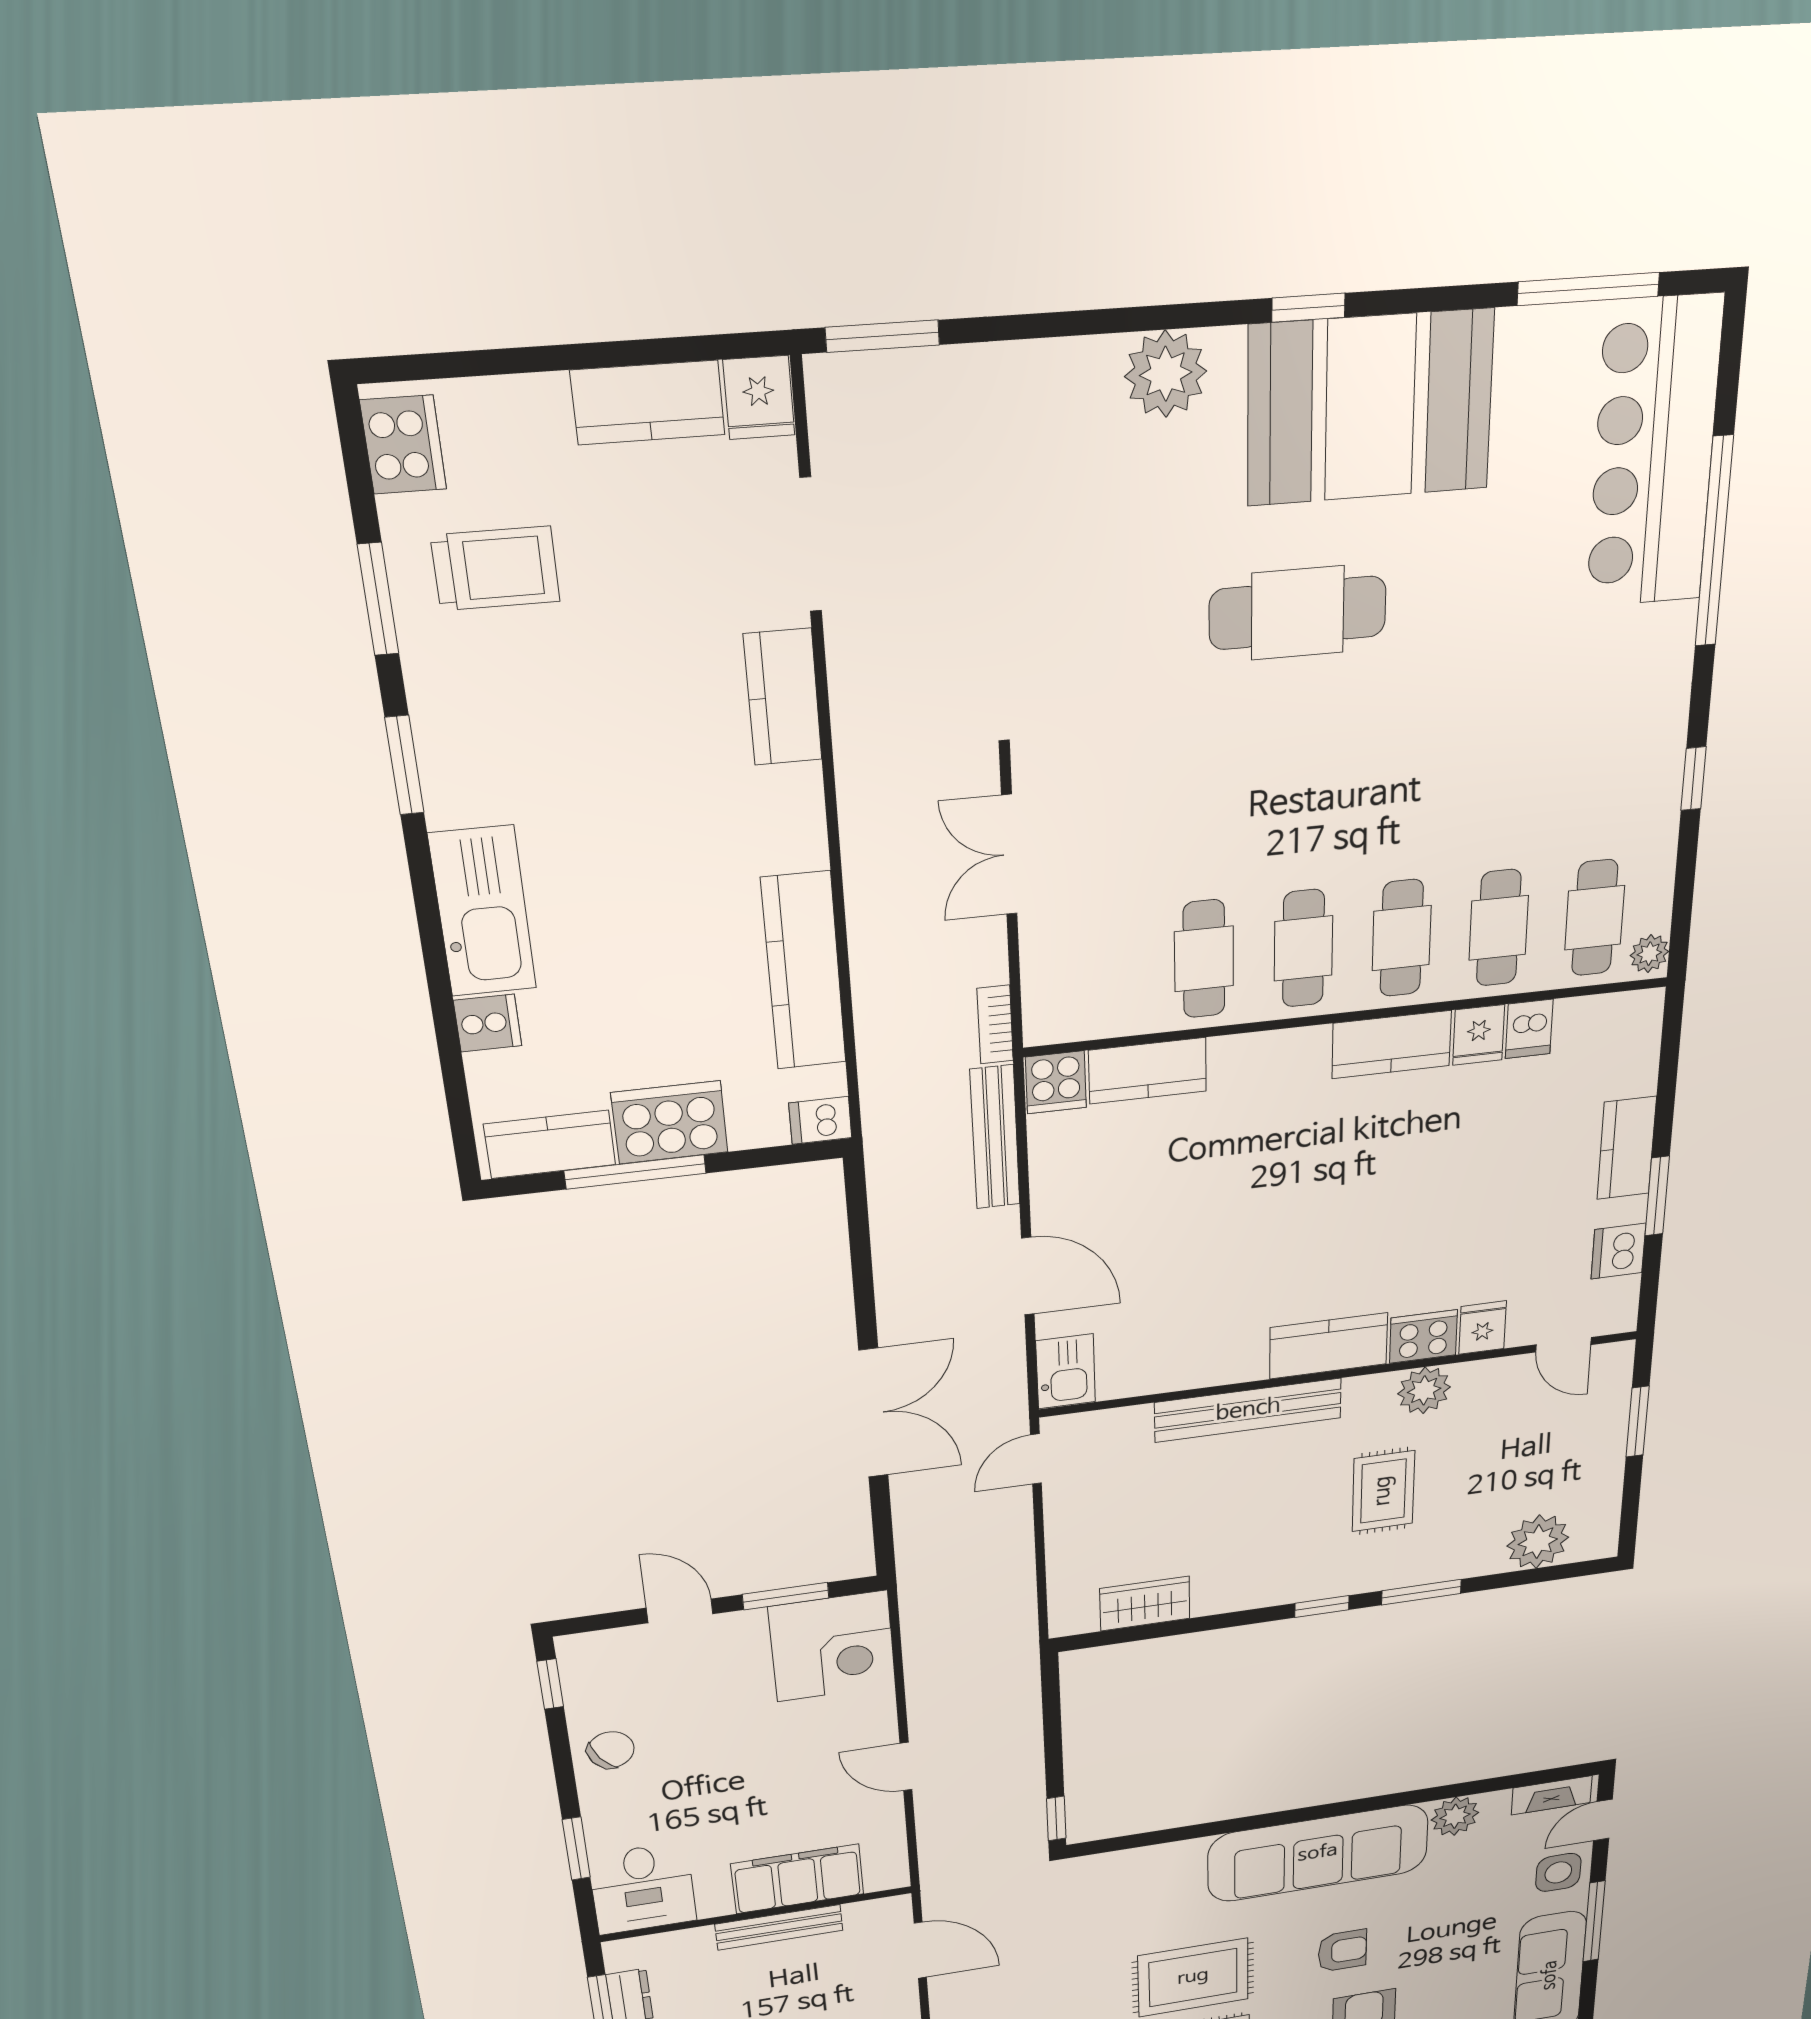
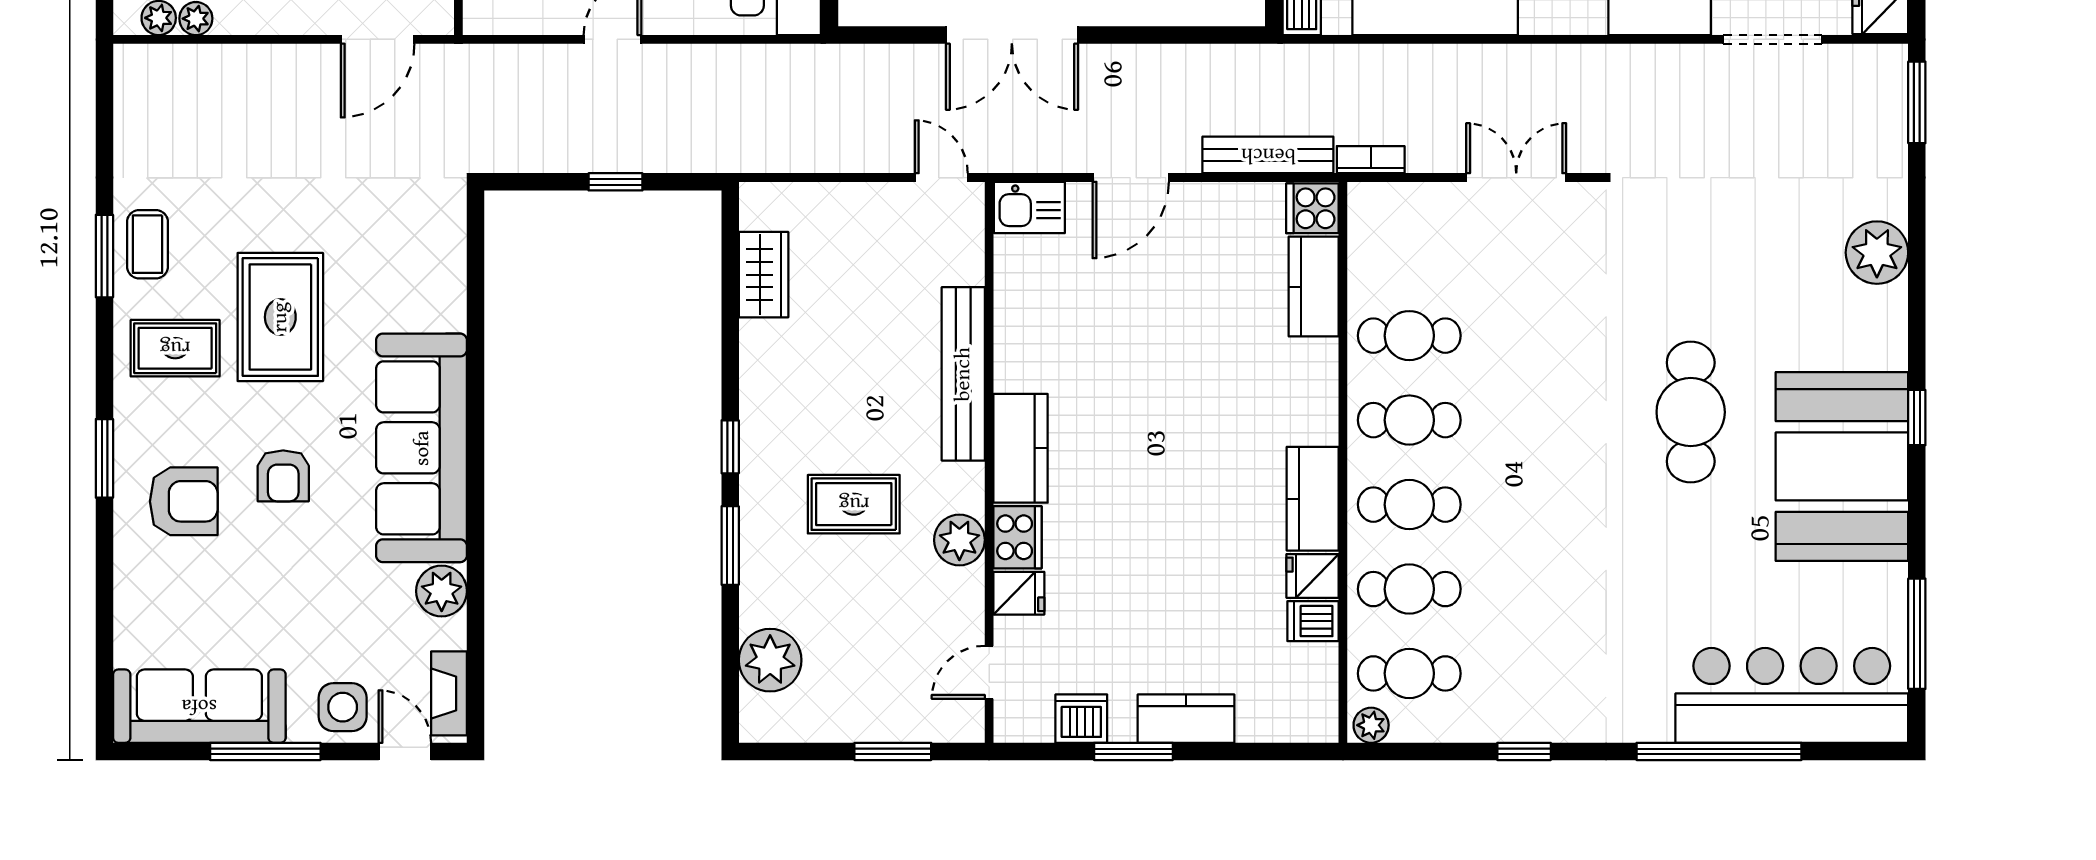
plant: (1166, 374) -> (1877, 253), moved
window: (1056, 1819) -> (615, 182), moved

